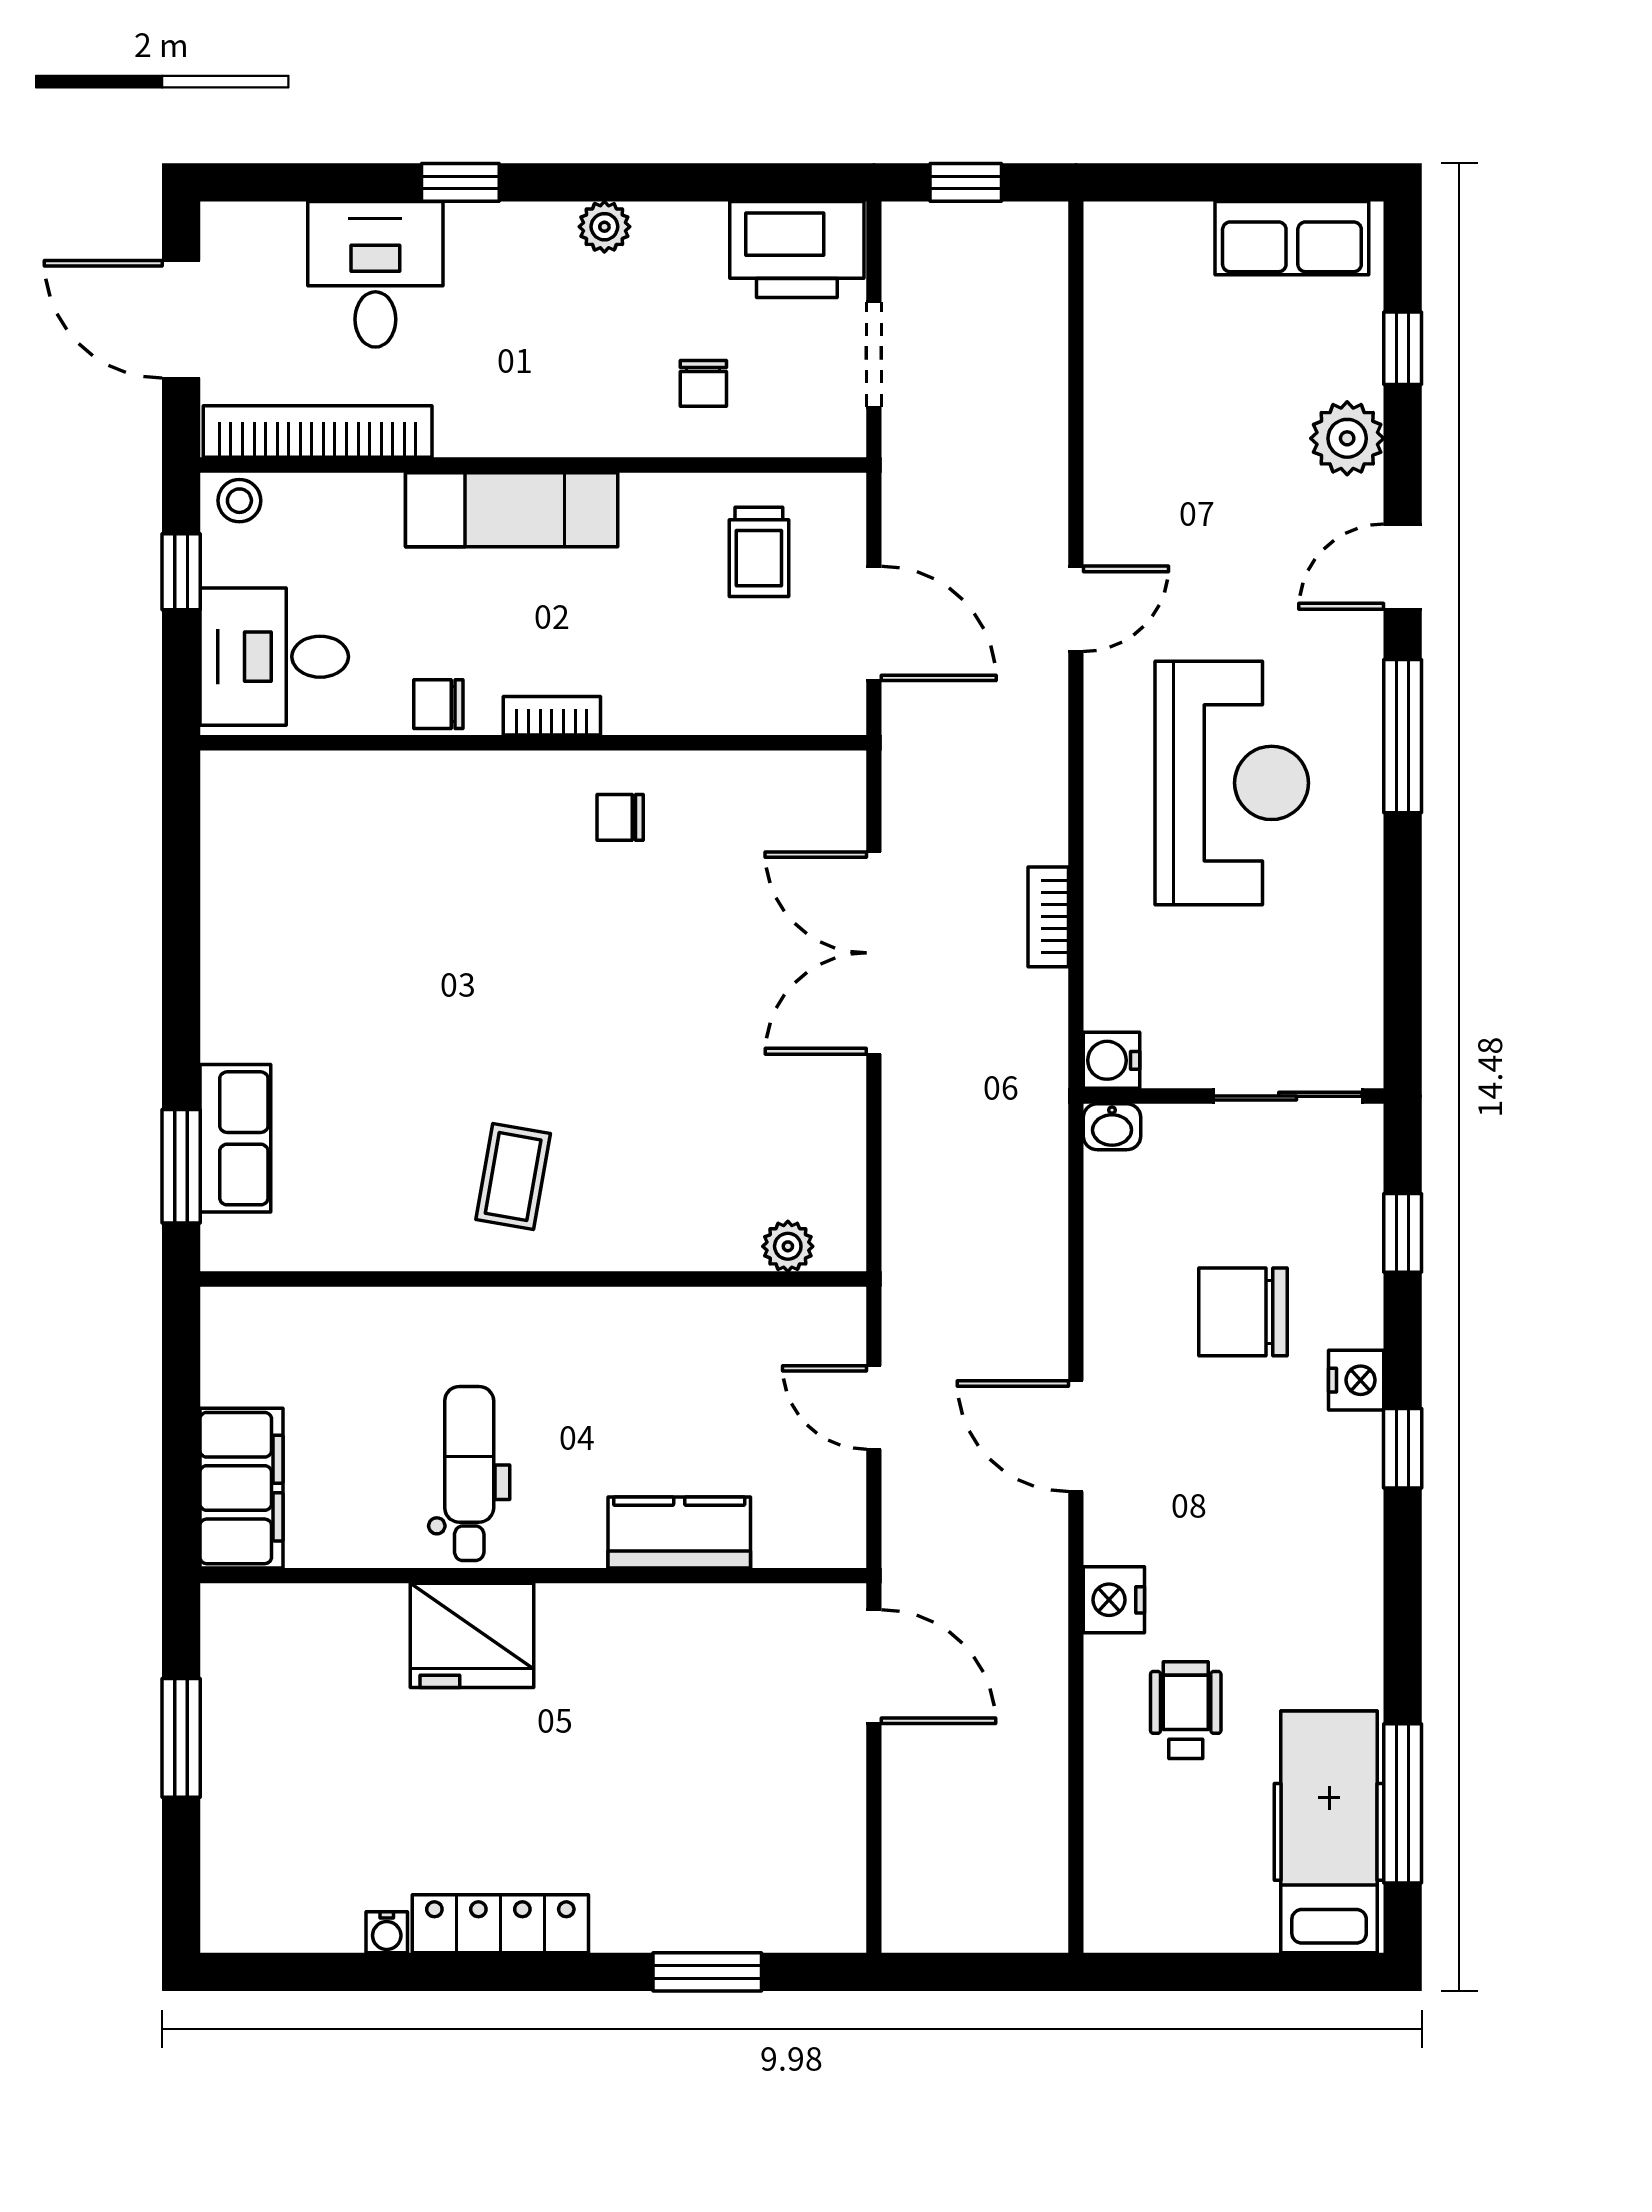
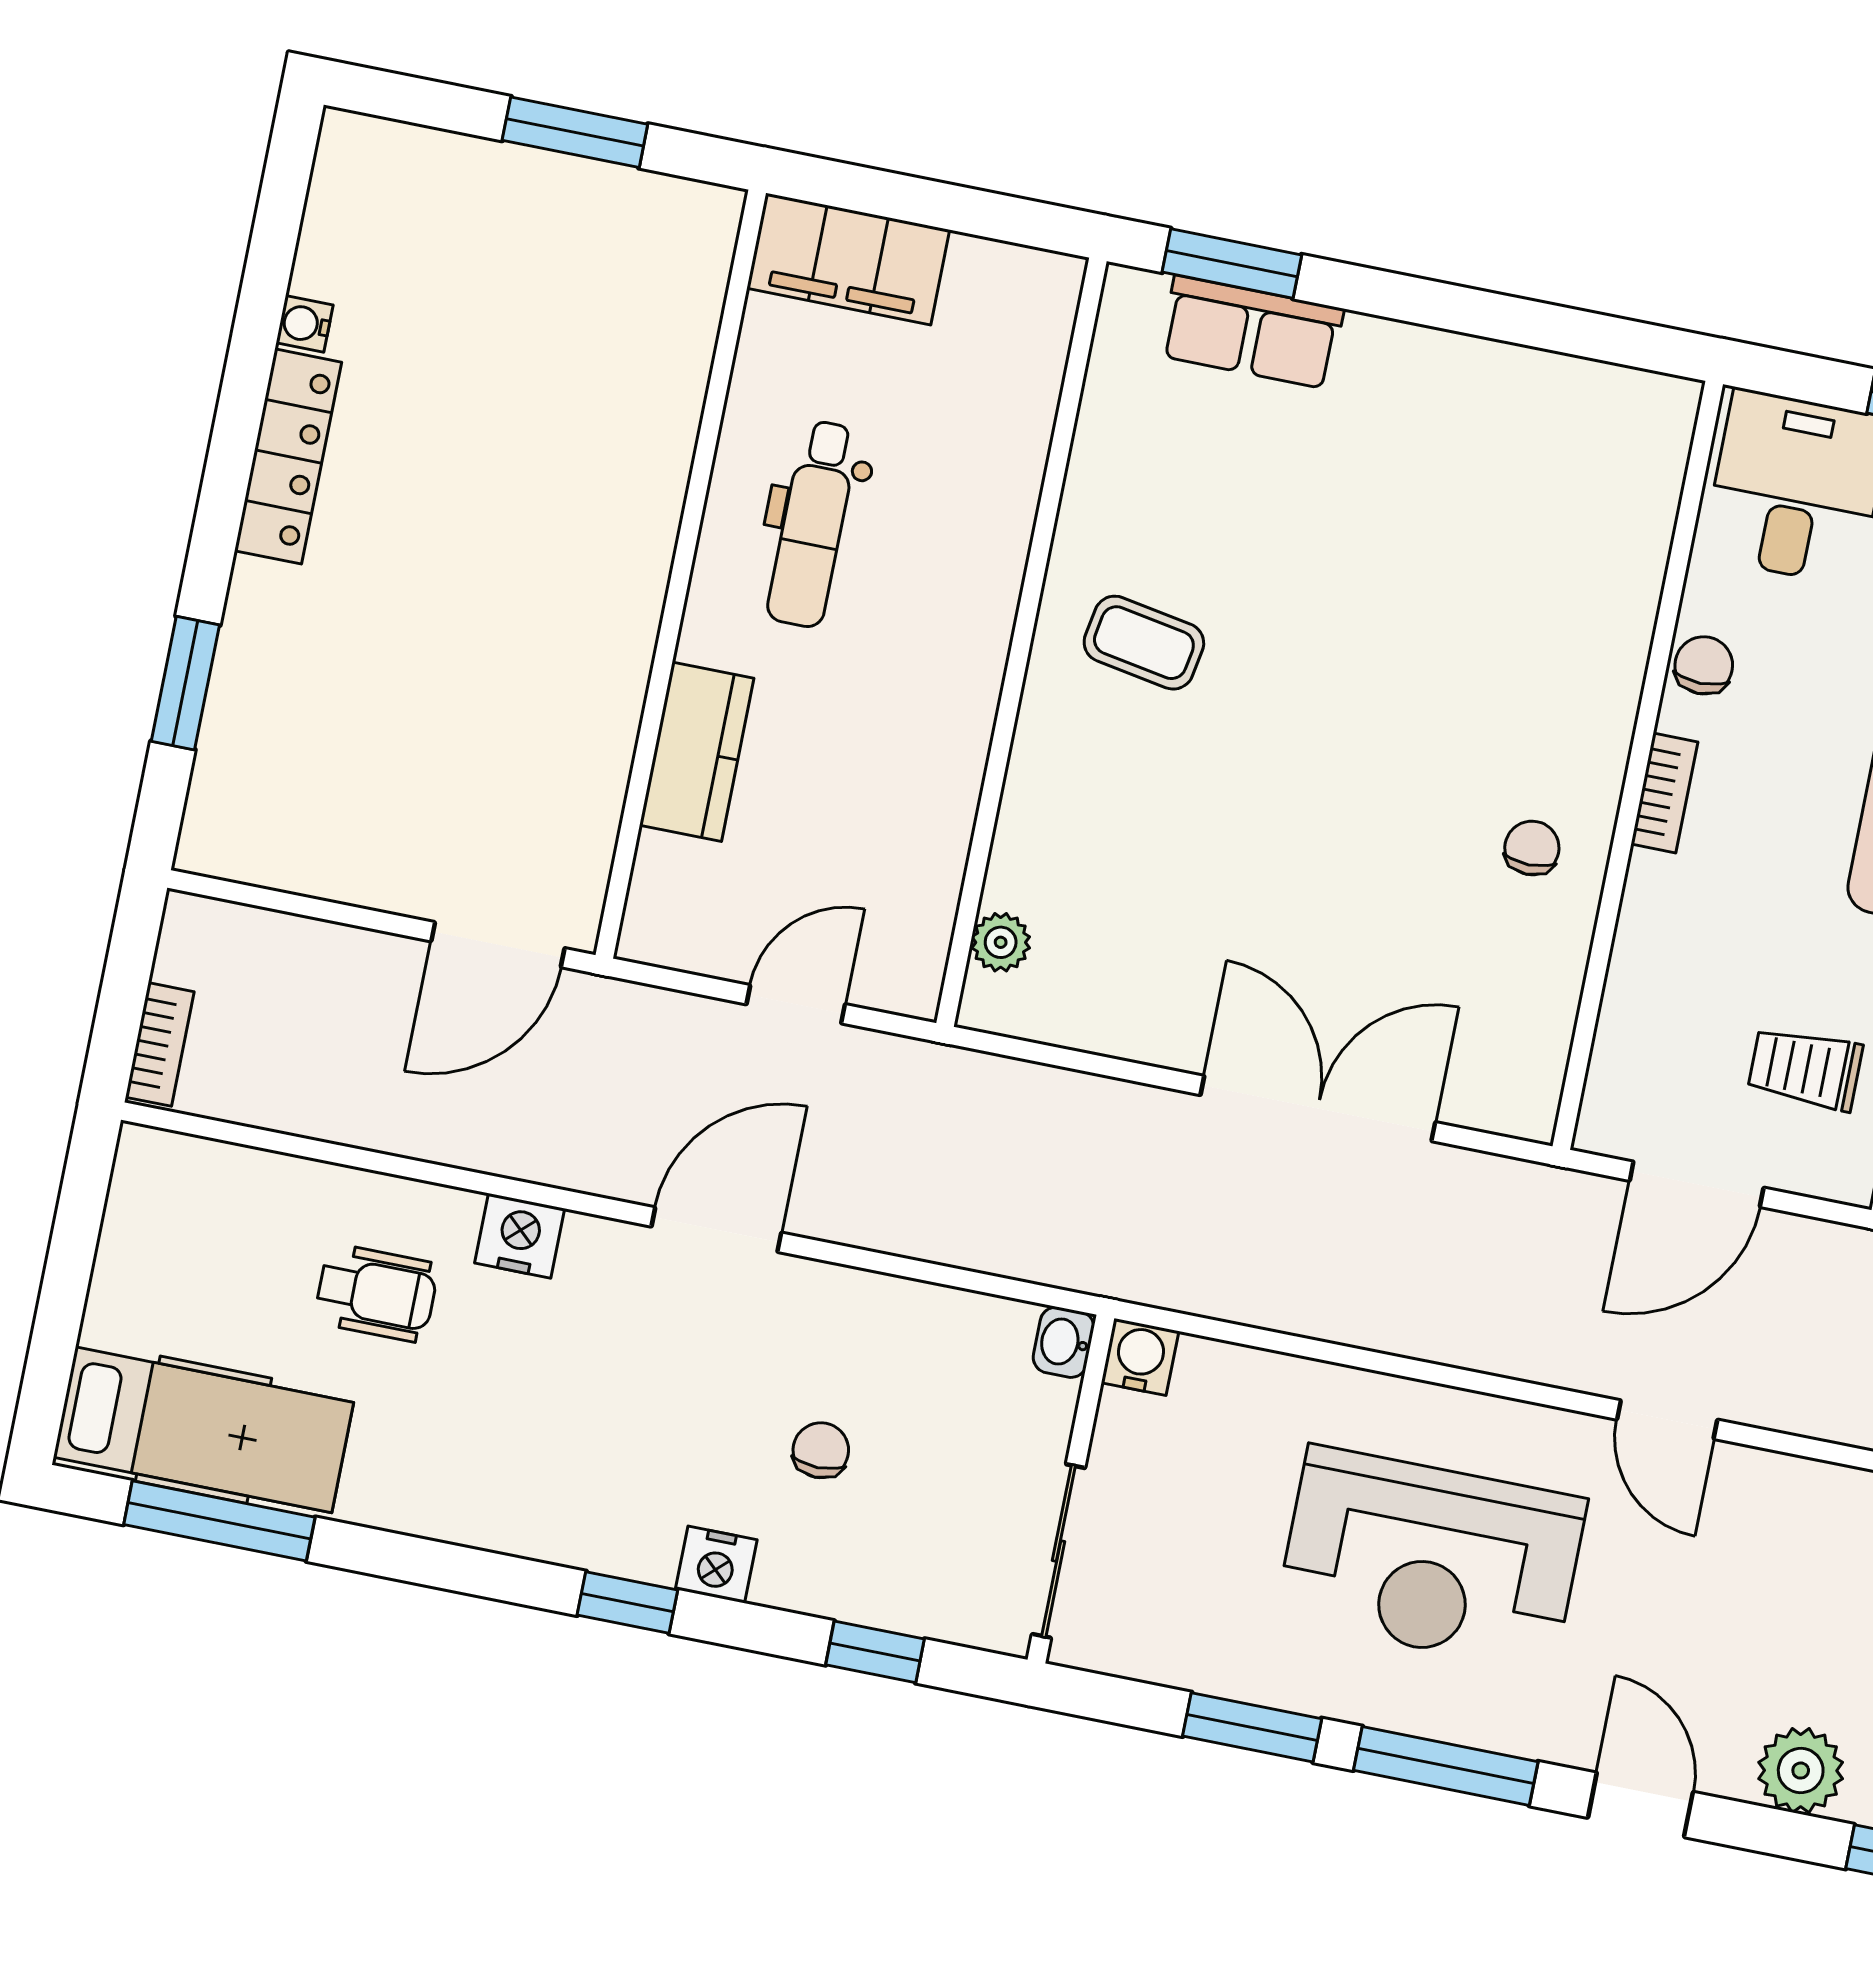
window: (1403, 905) -> (1252, 1727), added
bookcase: (1048, 917) -> (160, 1044), moved, turned 90
chair: (1243, 1312) -> (821, 1450), width x0.54, depth x0.54
dental chair: (469, 1473) -> (813, 524), turned 90
fridge: (472, 1635) -> (626, 490), removed

